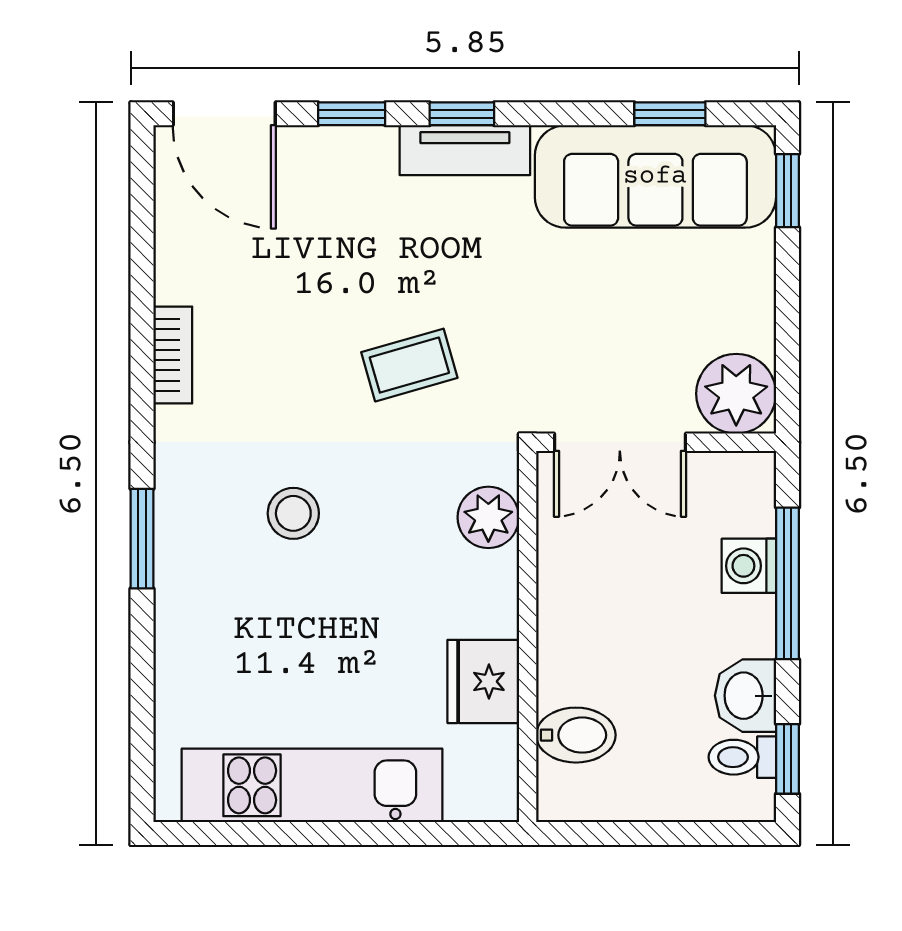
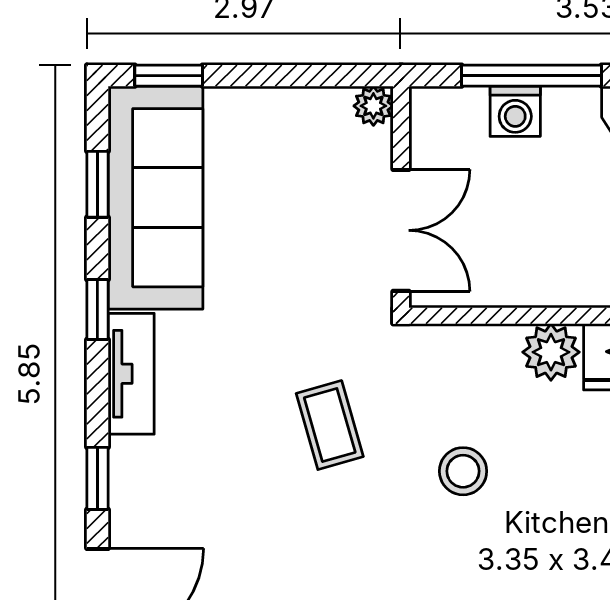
window: (462, 114) -> (97, 310), moved
plant: (736, 394) -> (373, 106), width x0.53, depth x0.53
stool: (293, 513) -> (463, 471), moved
plant: (488, 517) -> (551, 352), moved

